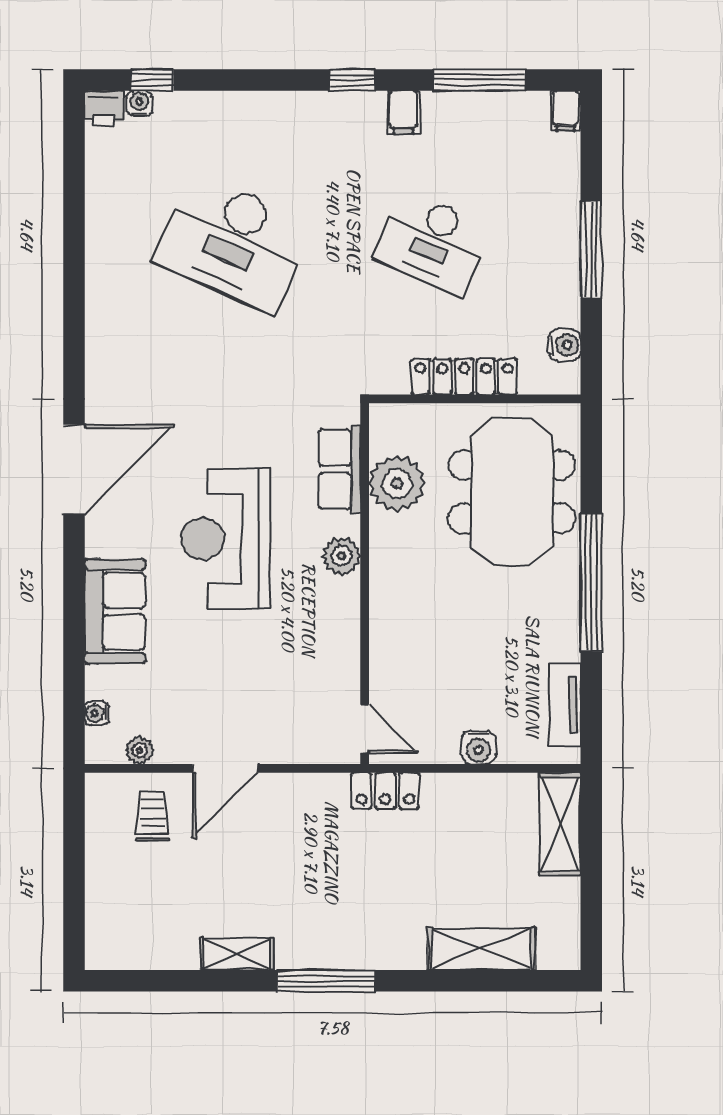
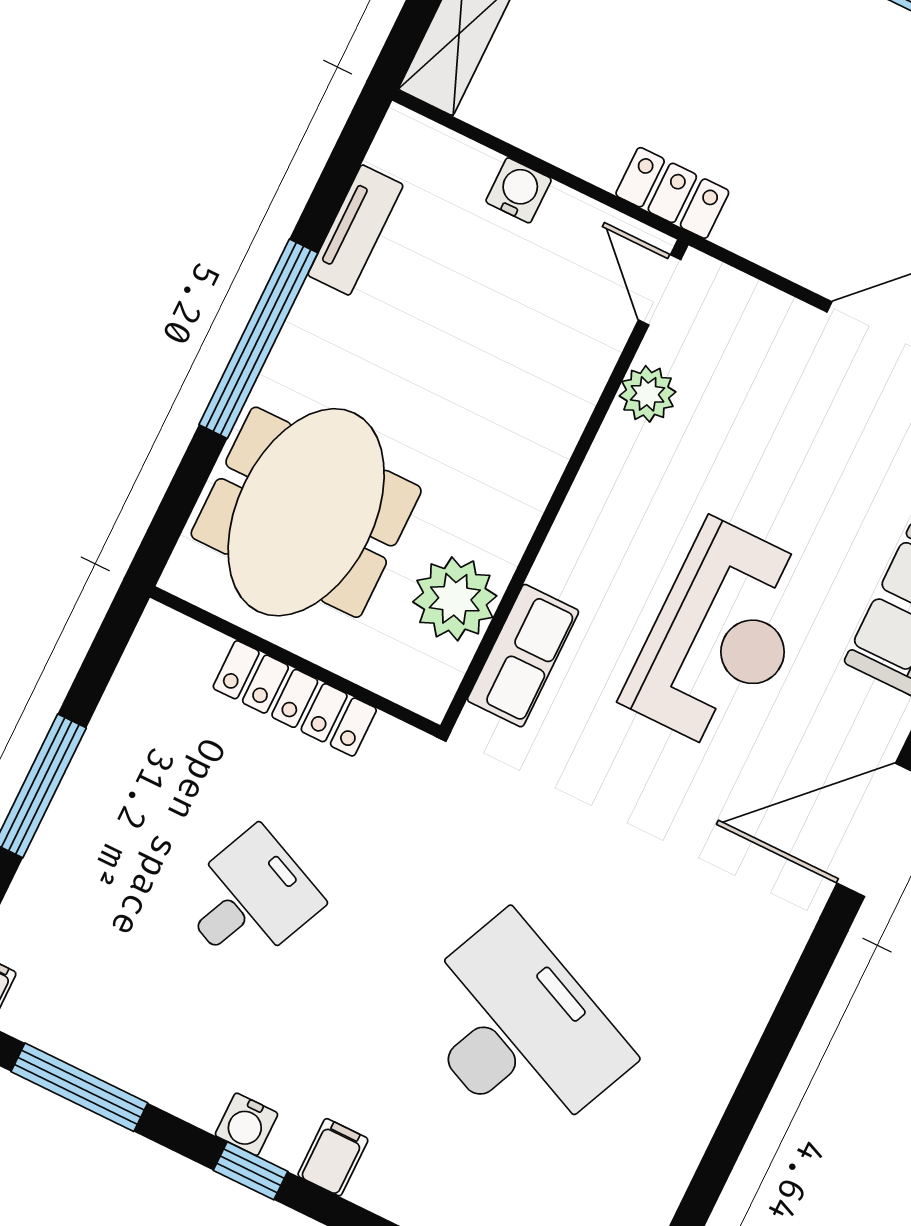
filing cabinet: (403, 112) -> (333, 1157), moved
desk: (433, 243) -> (249, 899), width x0.73
water cooler: (565, 345) -> (246, 1124), moved, turned -90
plant: (341, 556) -> (648, 394), moved
tv unit: (565, 705) -> (355, 230), moved

